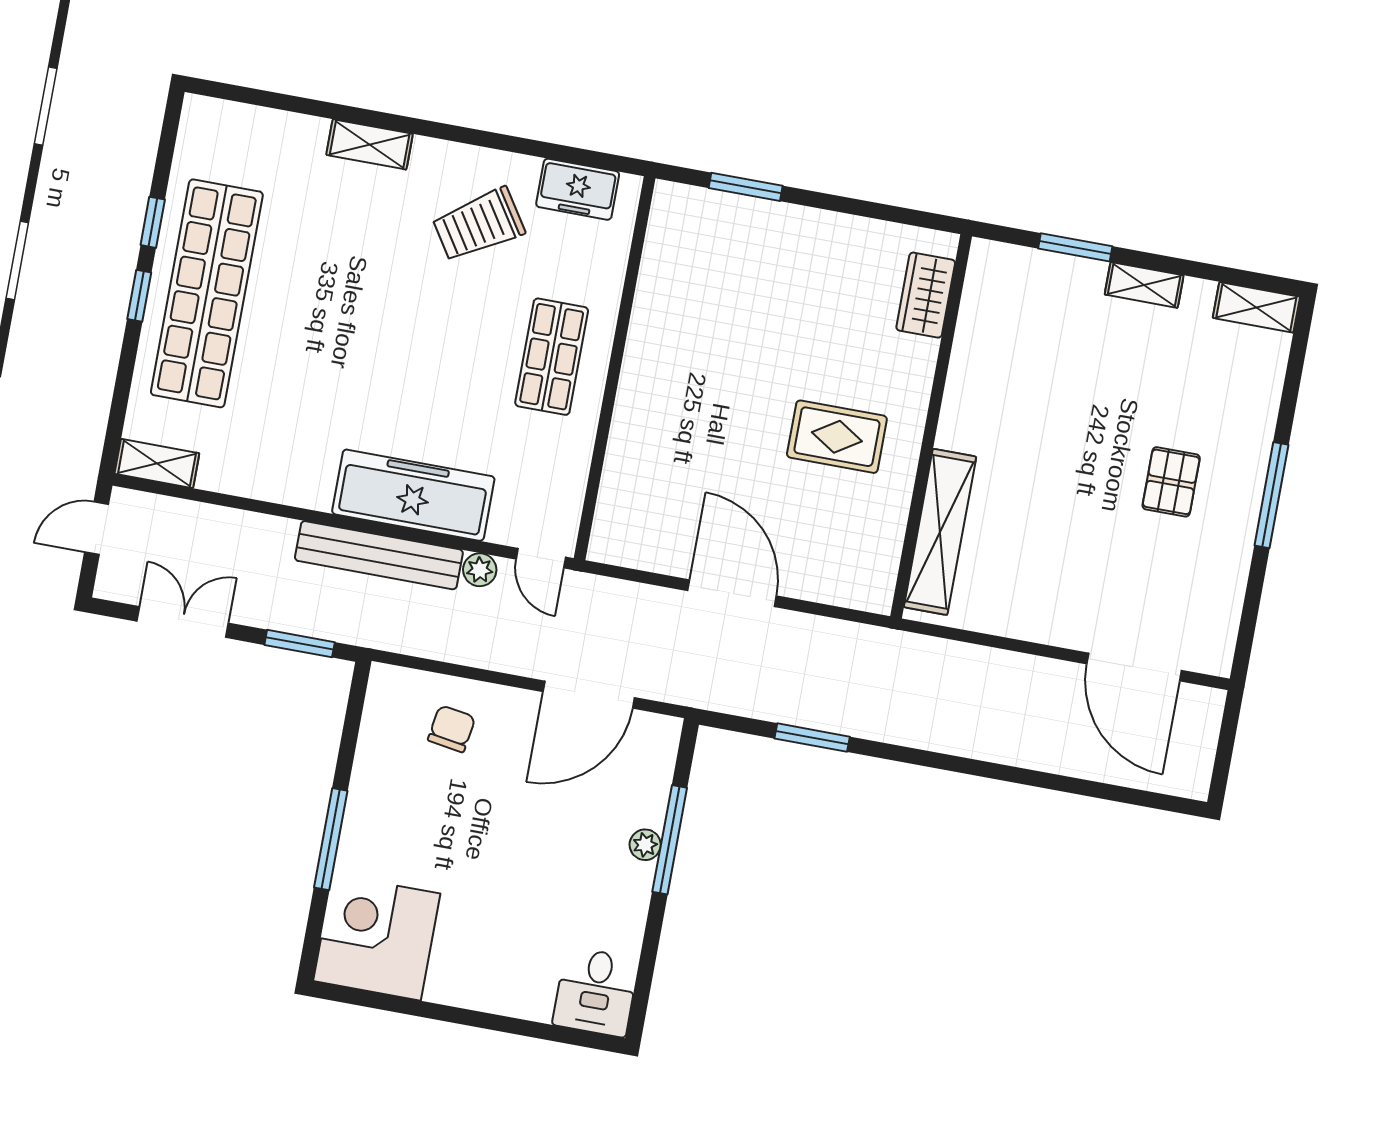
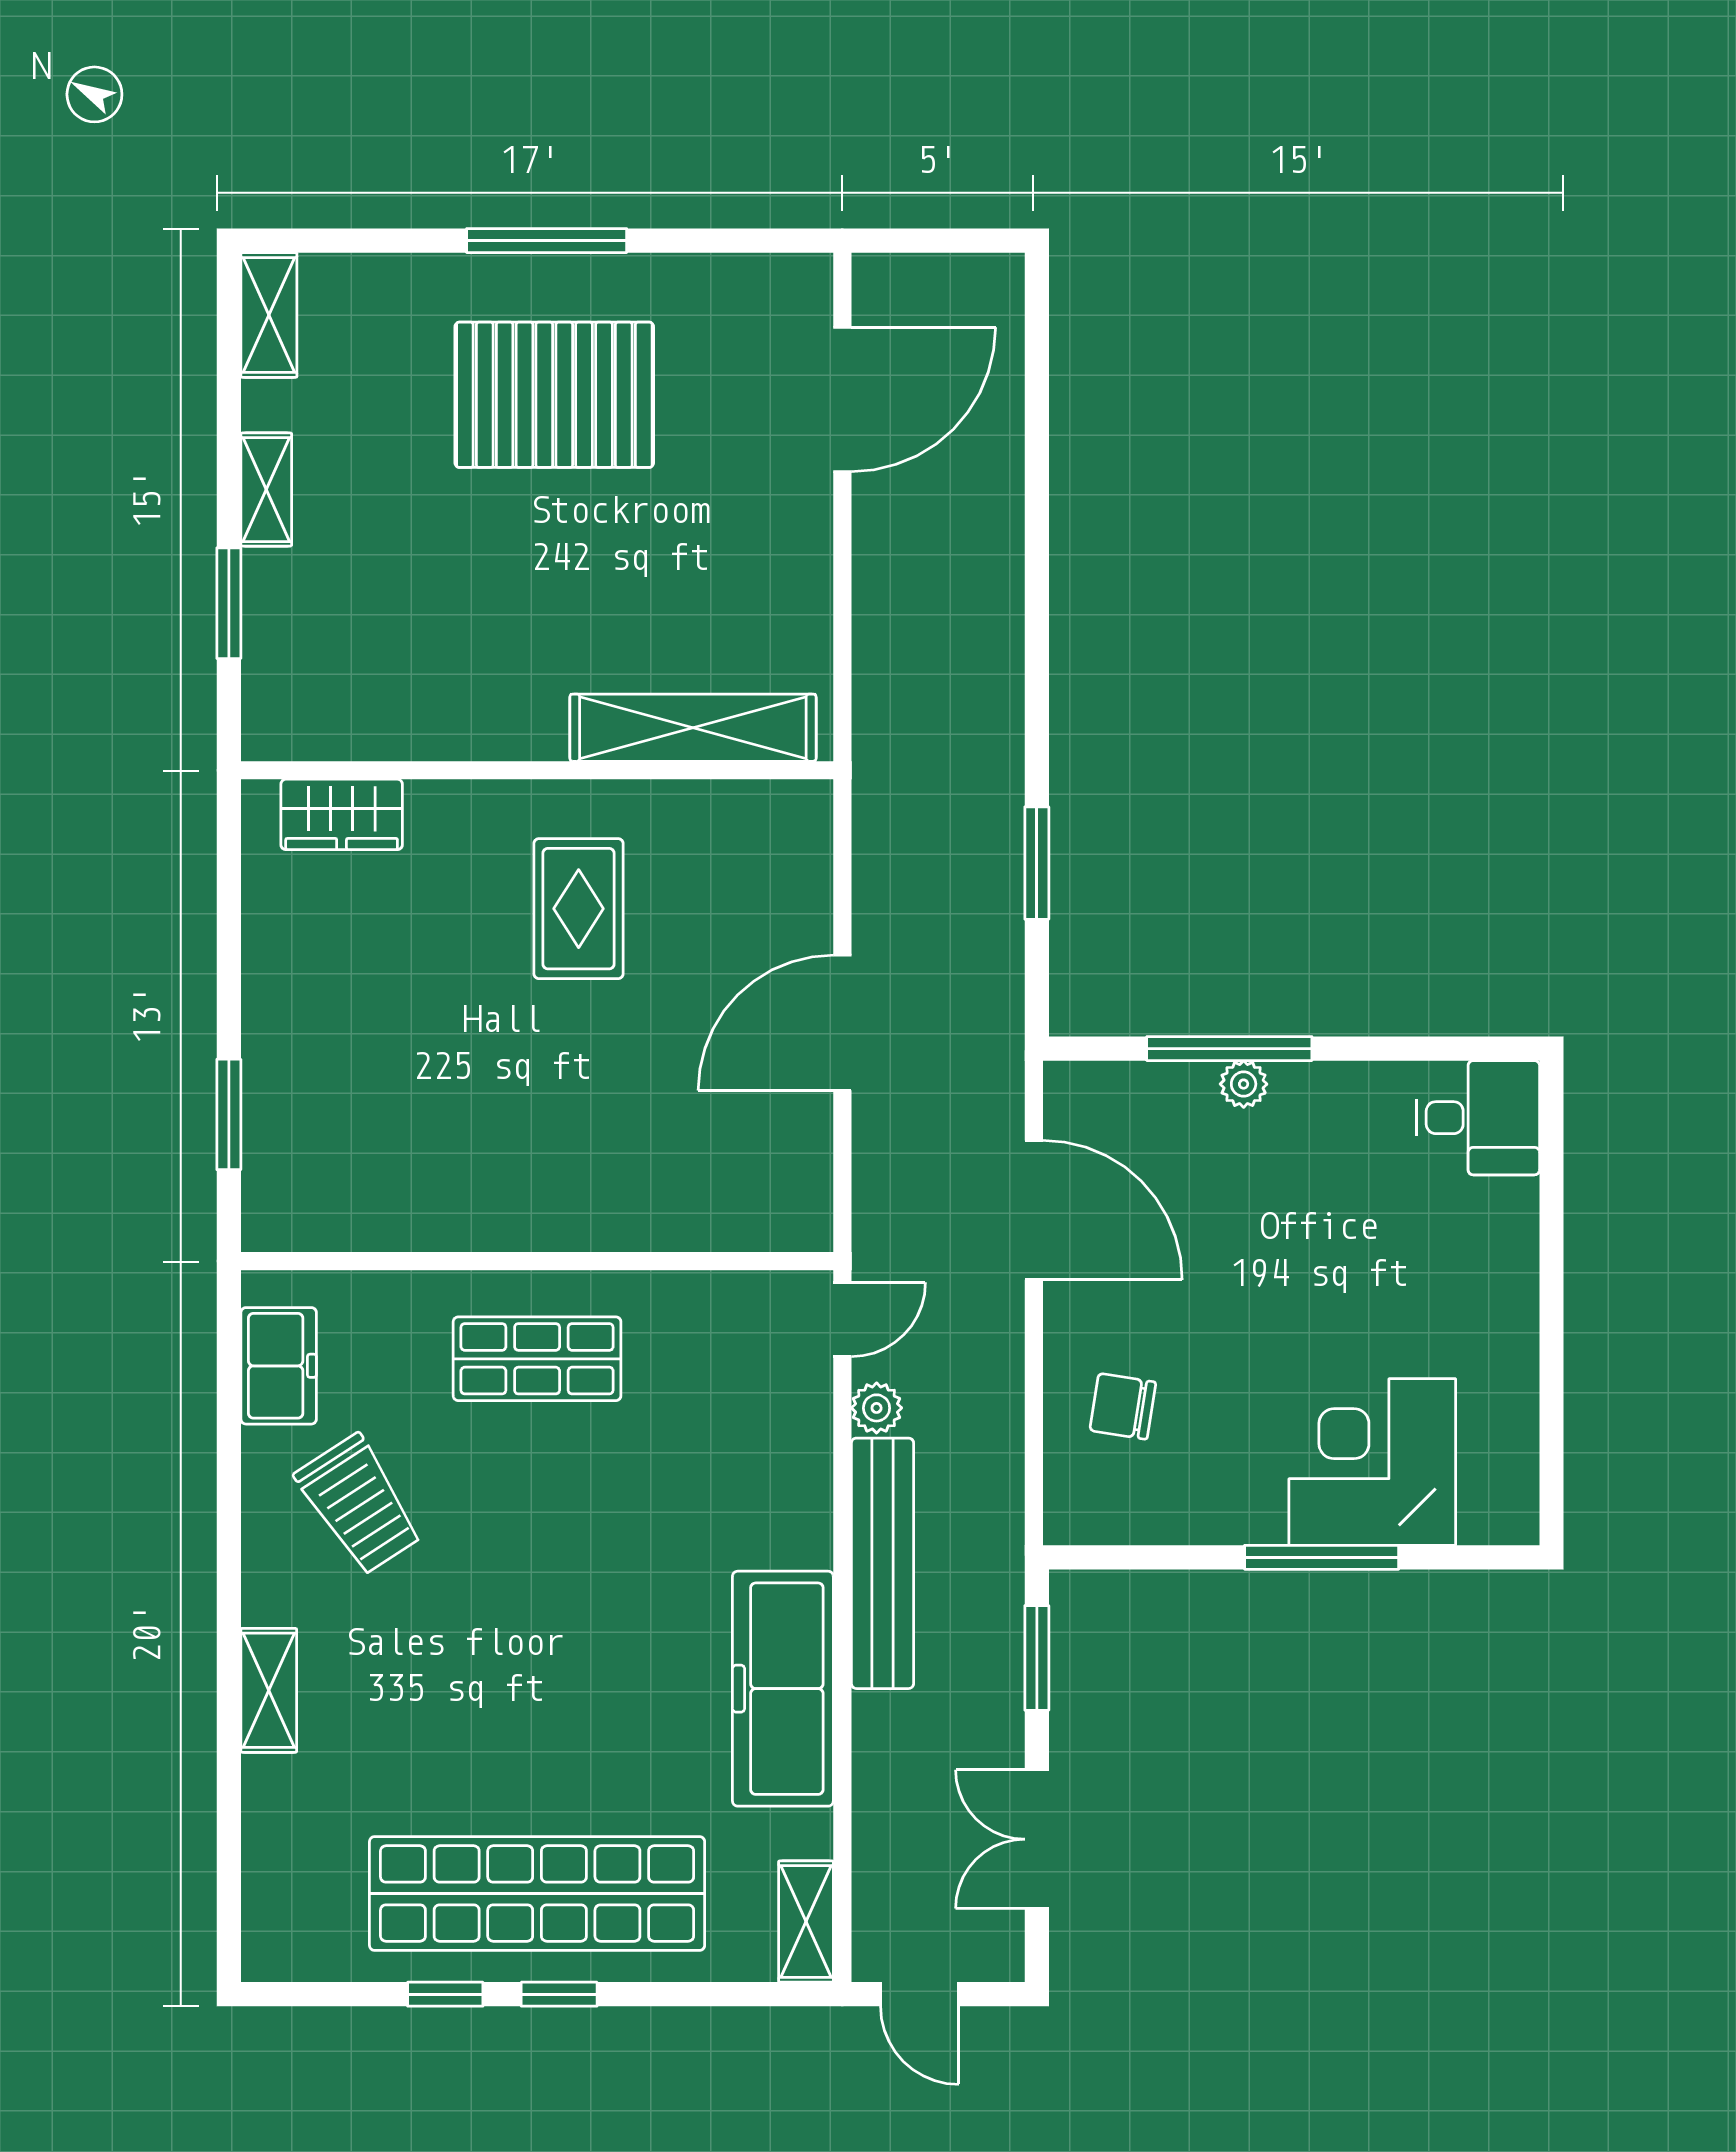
pallet: (1171, 482) -> (554, 395), width x2.05, depth x2.00
freezer: (413, 495) -> (783, 1689), moved
corner desk: (377, 937) -> (1372, 1462), moved, turned 90

